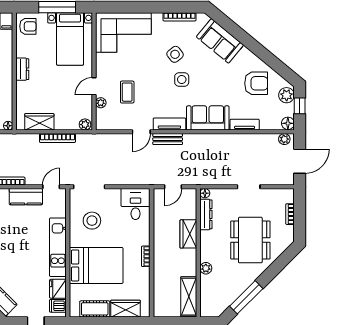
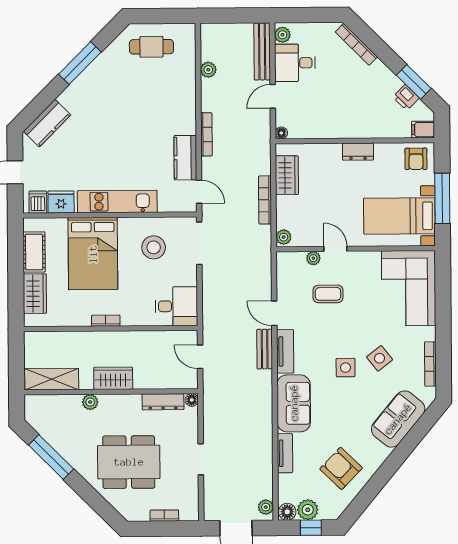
armchair: (256, 83) -> (341, 468), turned 134
plant: (287, 95) -> (308, 510), moved
wardrobe: (188, 234) -> (113, 378), moved

